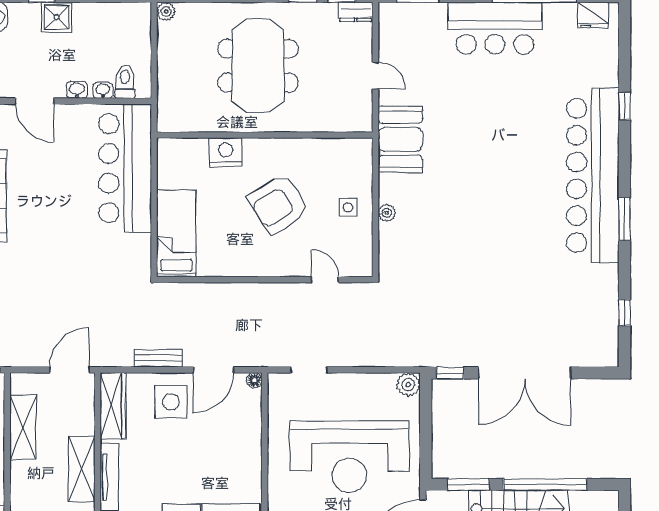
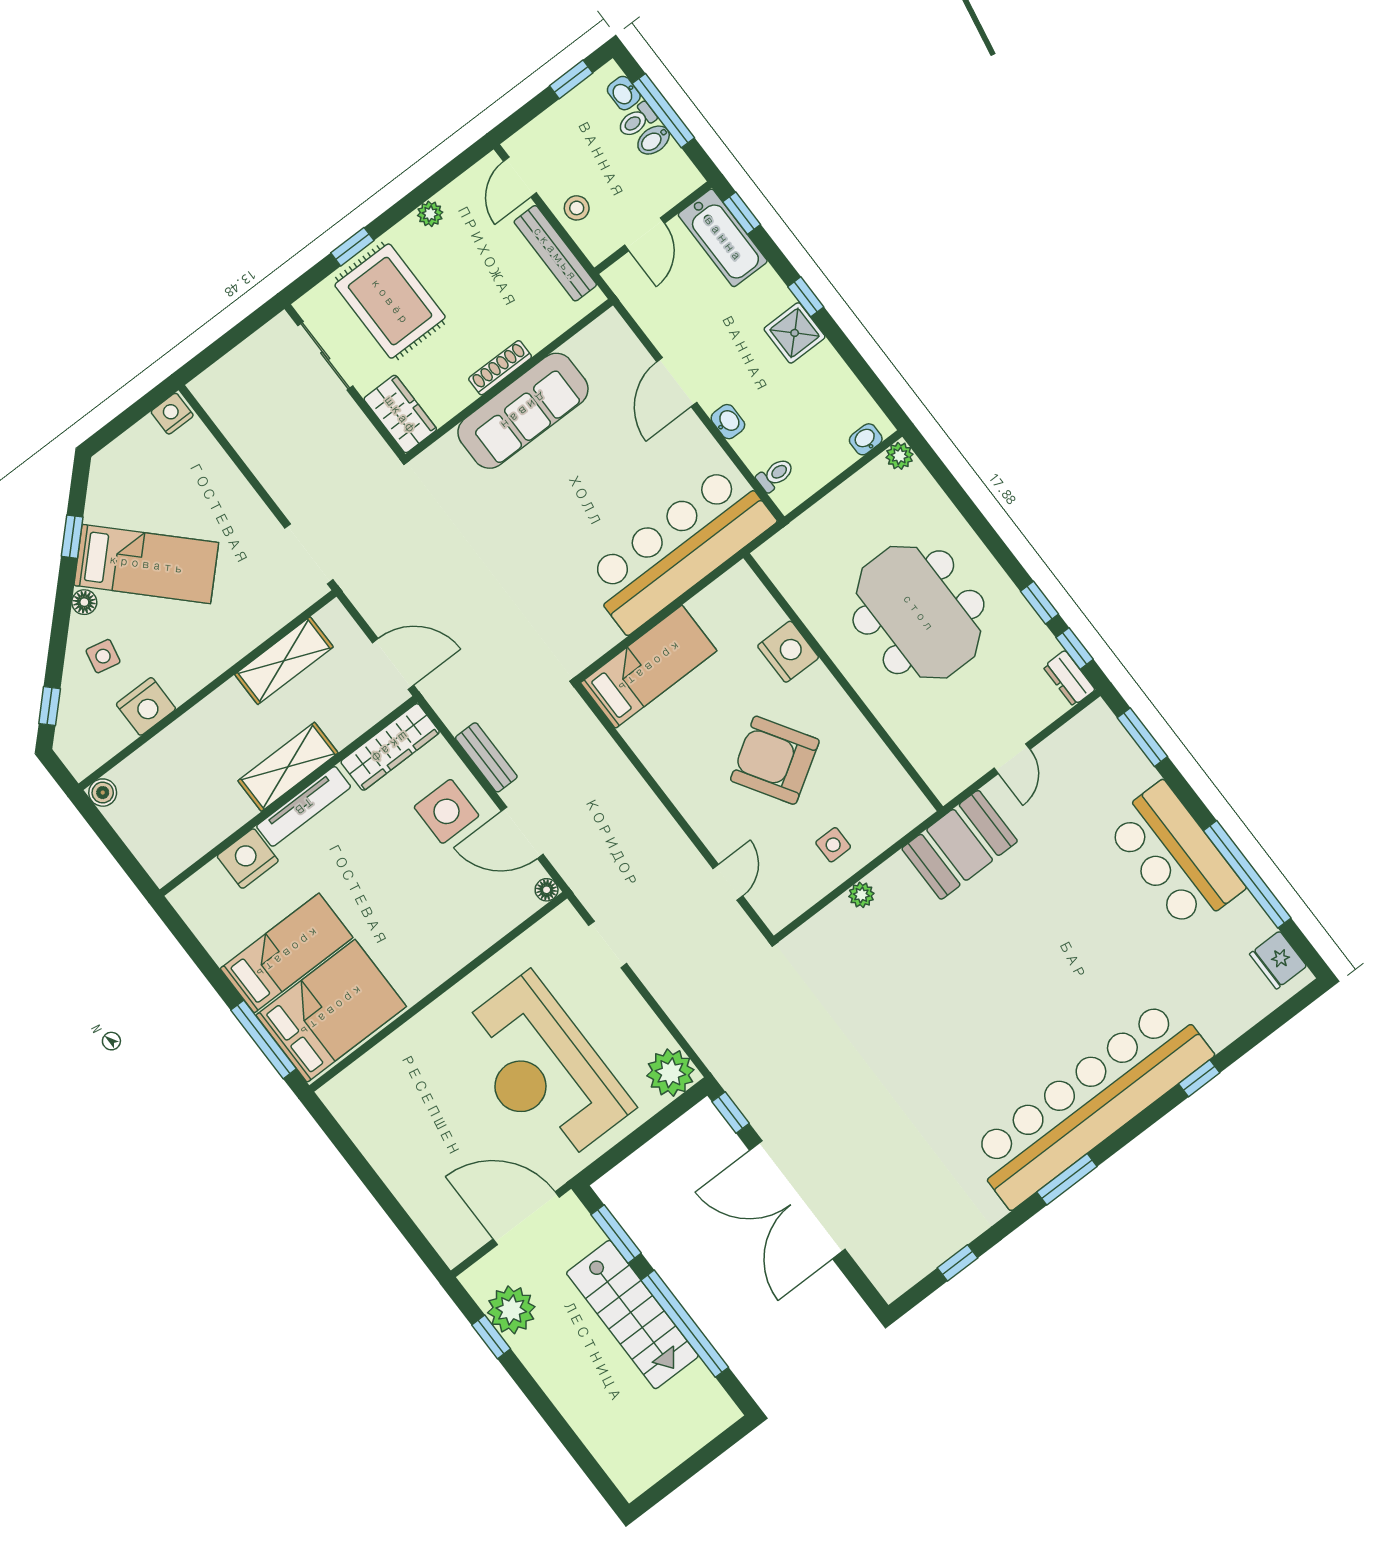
meeting table: (258, 66) -> (918, 612), turned 90
toilet: (125, 82) -> (775, 475), width x0.73, depth x0.72
washbasin: (103, 90) -> (866, 439), moved, turned -90
plant: (408, 385) -> (670, 1073), width x1.36, depth x1.36

